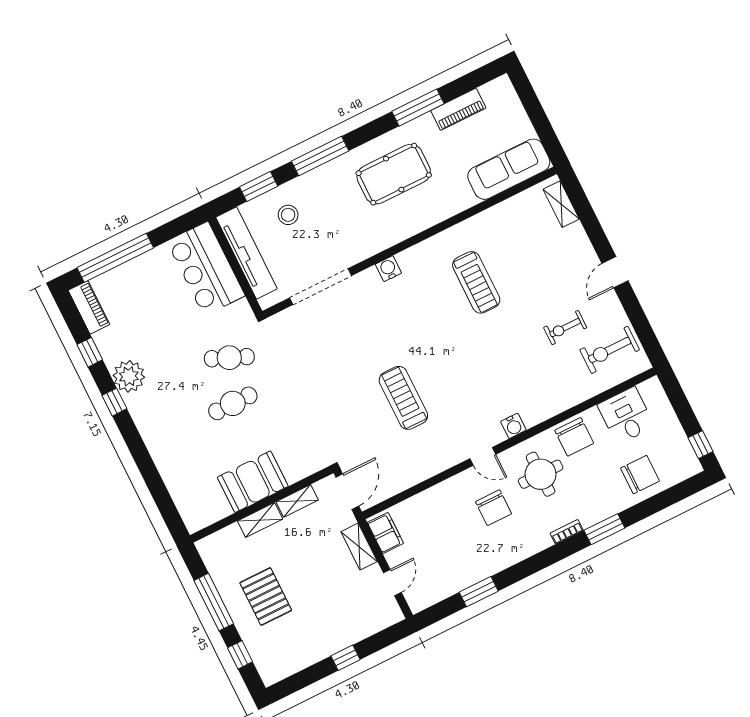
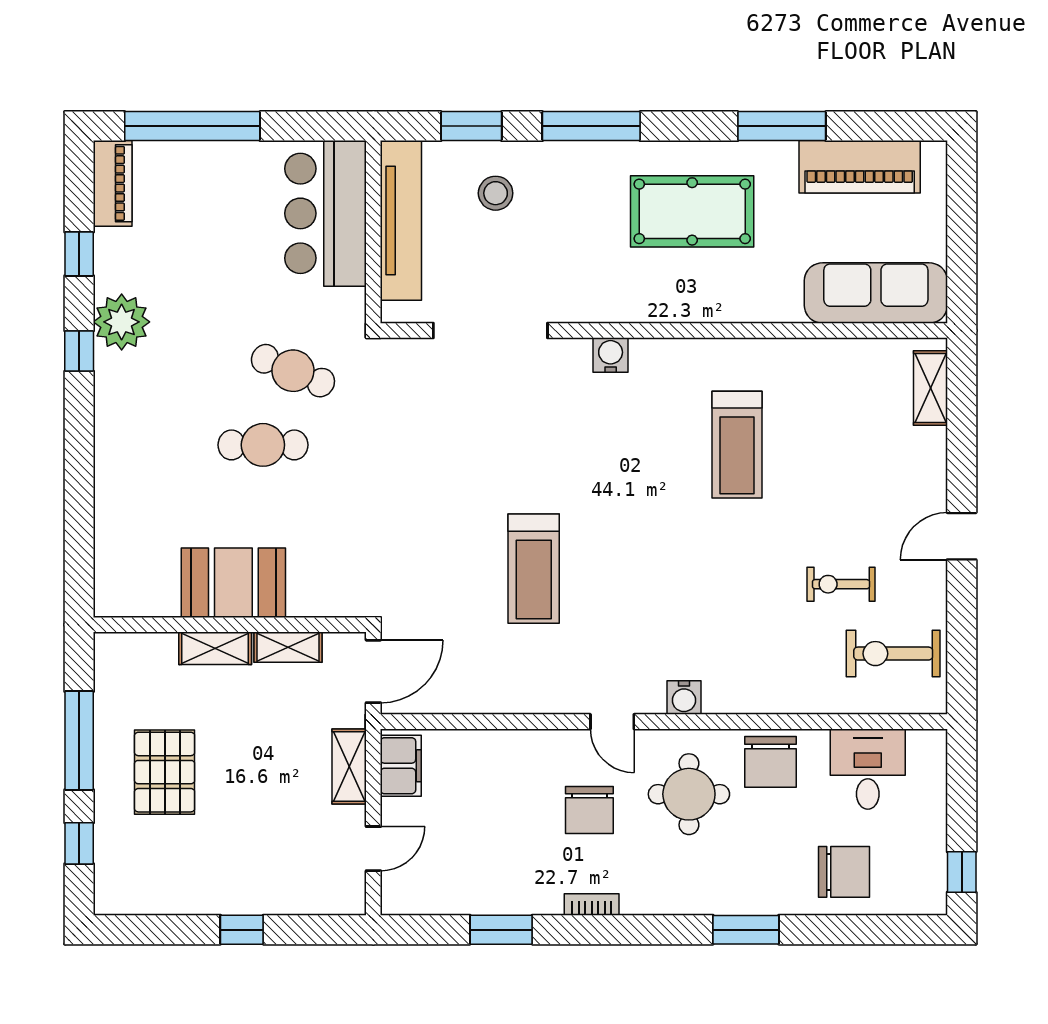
piano: (458, 109) -> (860, 167), width x1.37, depth x1.33
treadmill: (403, 398) -> (534, 569), turned 180
bookcase: (567, 532) -> (592, 904), moved

